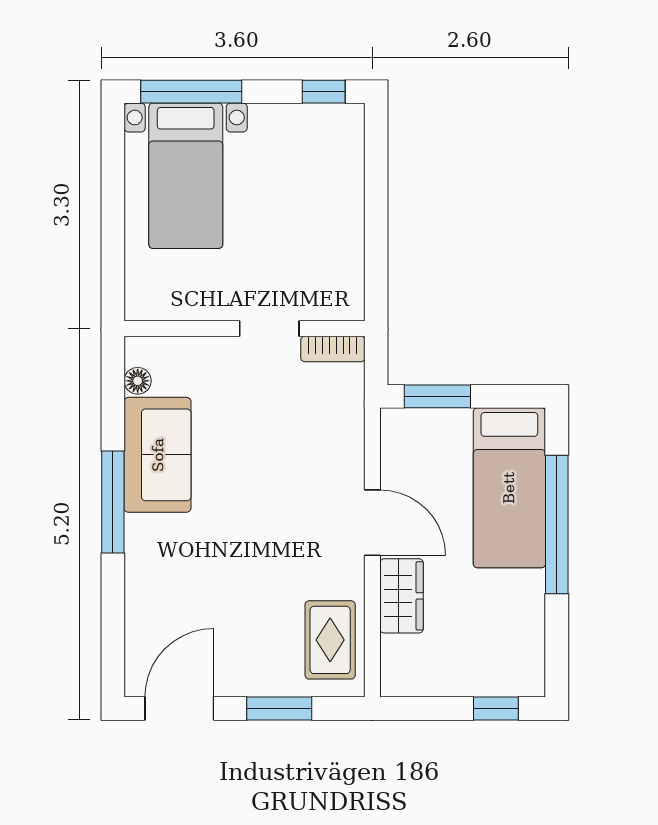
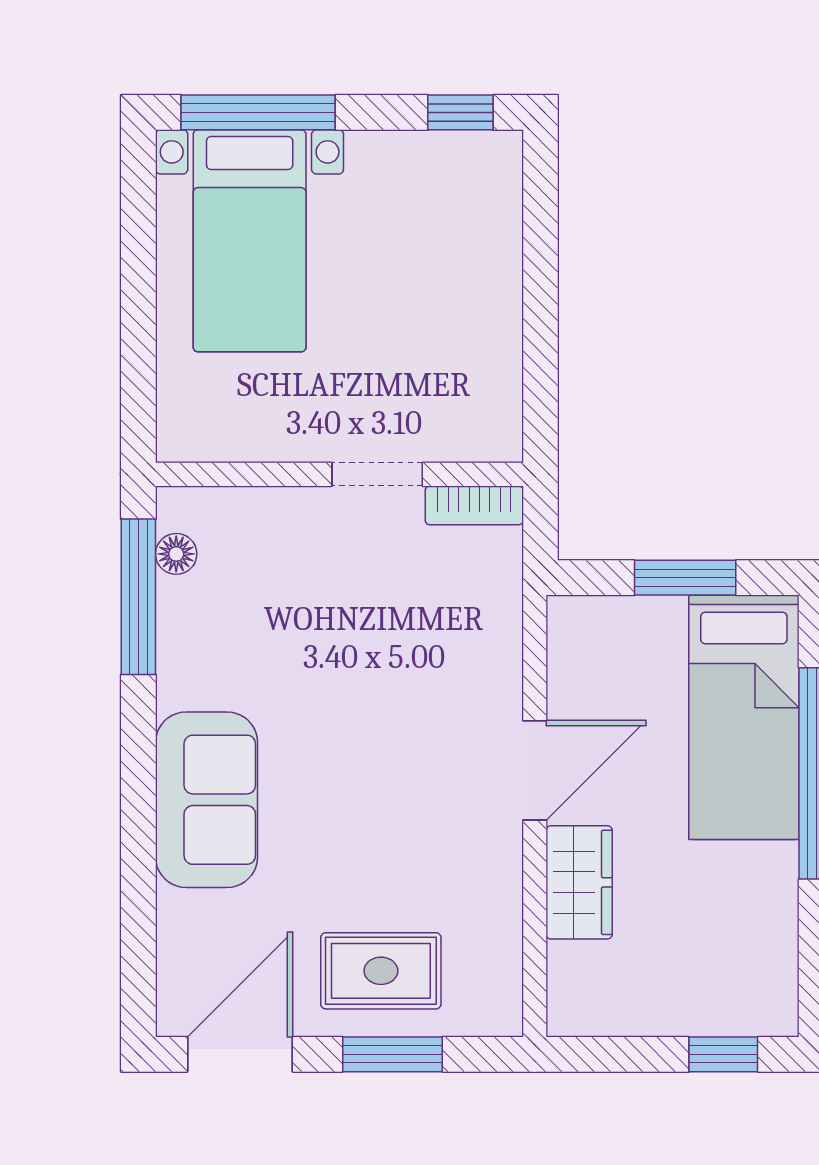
window: (437, 396) -> (685, 578), moved
sofa: (158, 455) -> (207, 800), moved
window: (113, 502) -> (138, 597), moved
door: (372, 523) -> (535, 770), hinge flipped
rug: (330, 640) -> (381, 971), moved, turned 90

